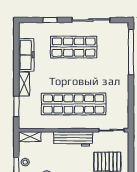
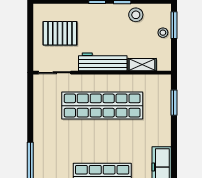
shelving: (24, 84) -> (164, 130), removed
shelving: (30, 137) -> (142, 65), moved

